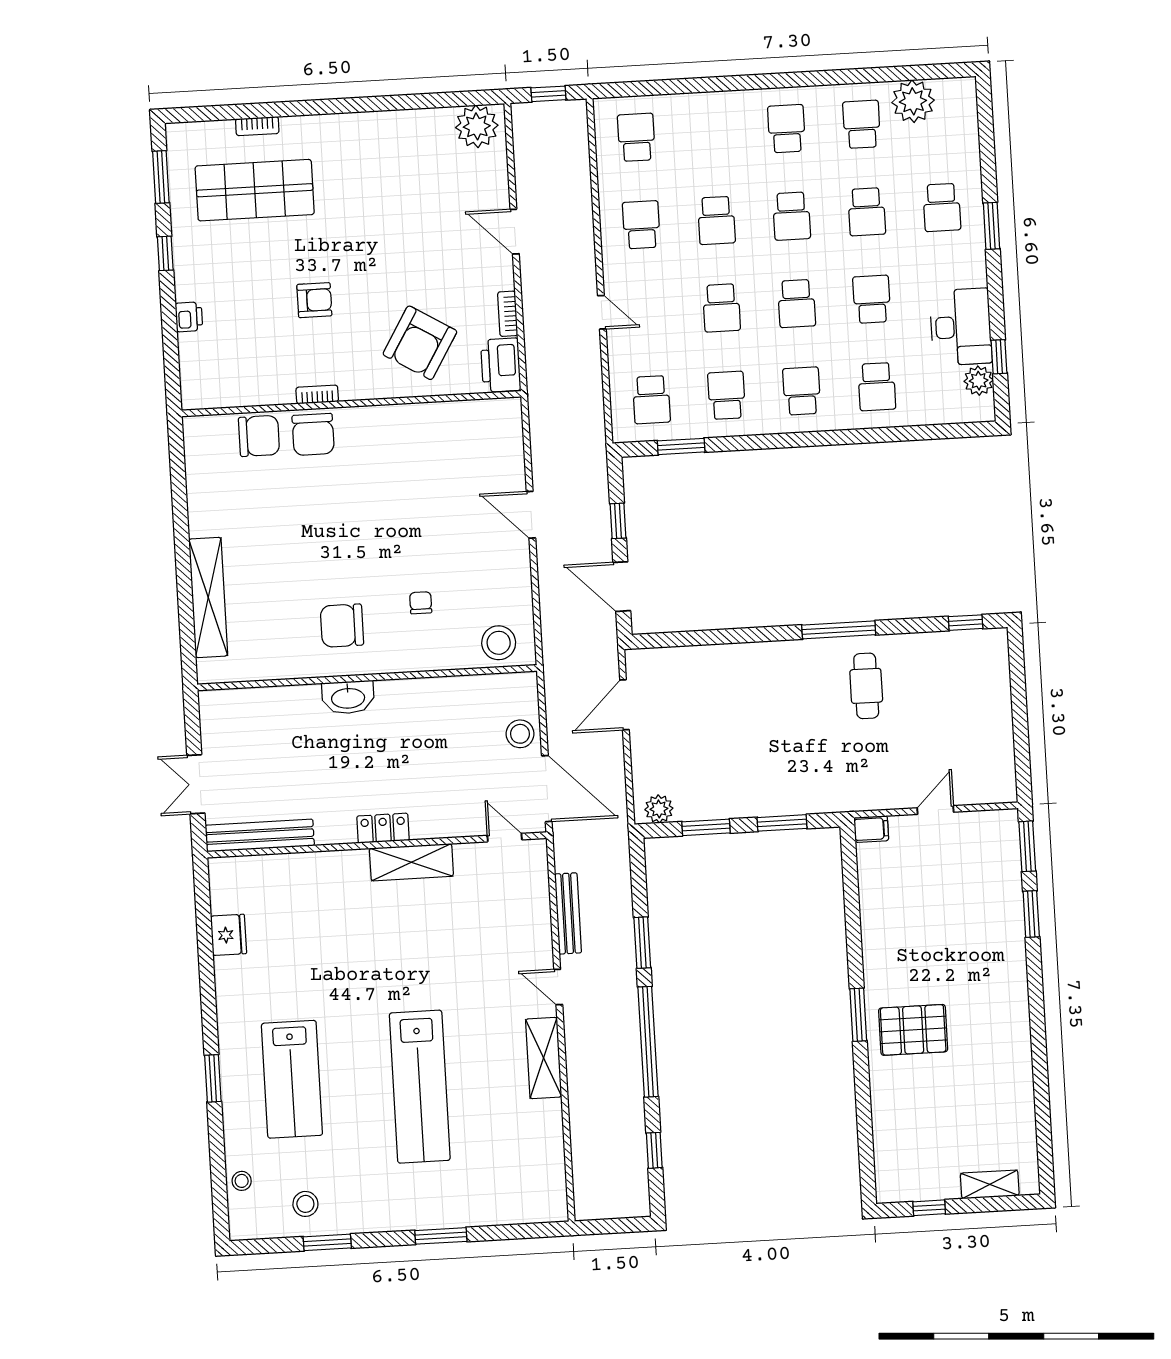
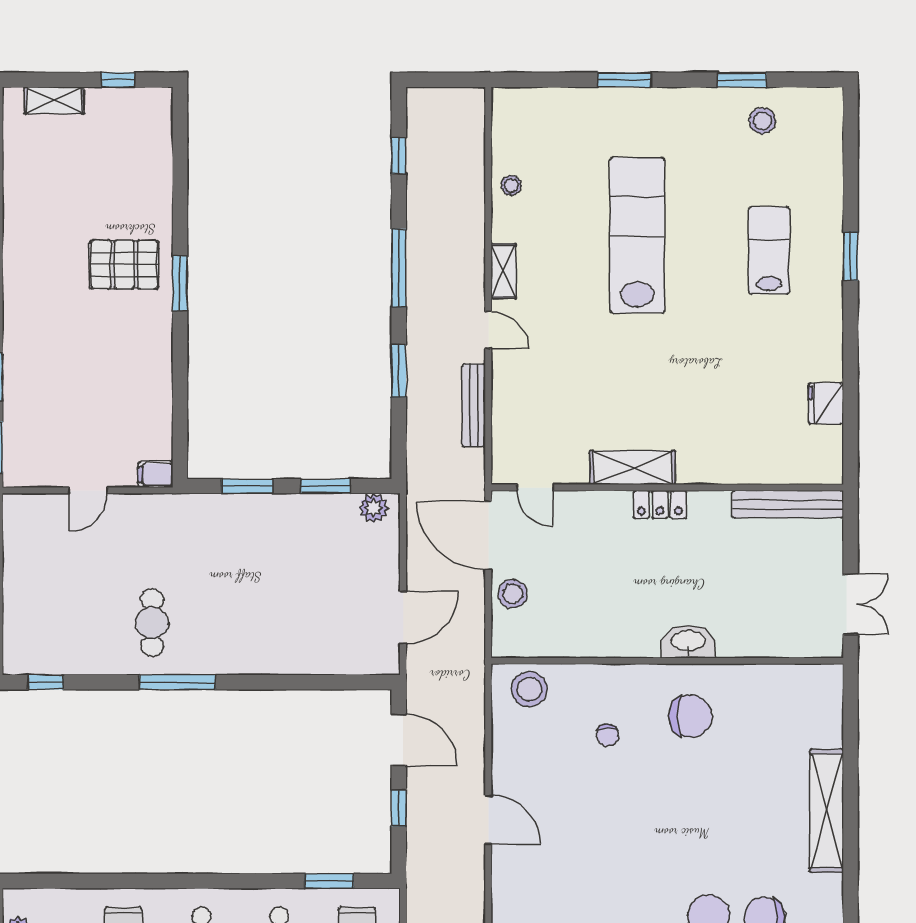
shelving: (208, 597) -> (827, 811), moved
double door: (196, 784) -> (851, 604), moved
window: (648, 1042) -> (399, 268), width x0.68
shelving: (544, 1058) -> (503, 271), width x0.67, depth x0.75
lab bench: (292, 1079) -> (769, 250), width x0.73, depth x0.72
stool: (242, 1181) -> (511, 185), moved

